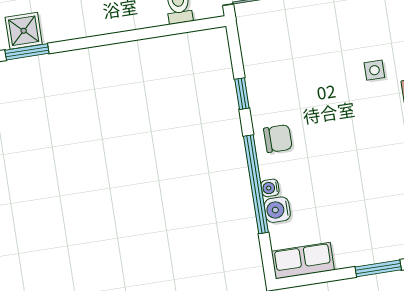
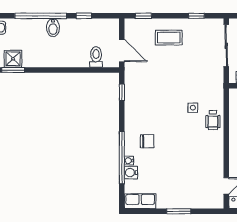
window: (242, 94) -> (122, 92), moved
chair: (278, 139) -> (147, 141), moved

